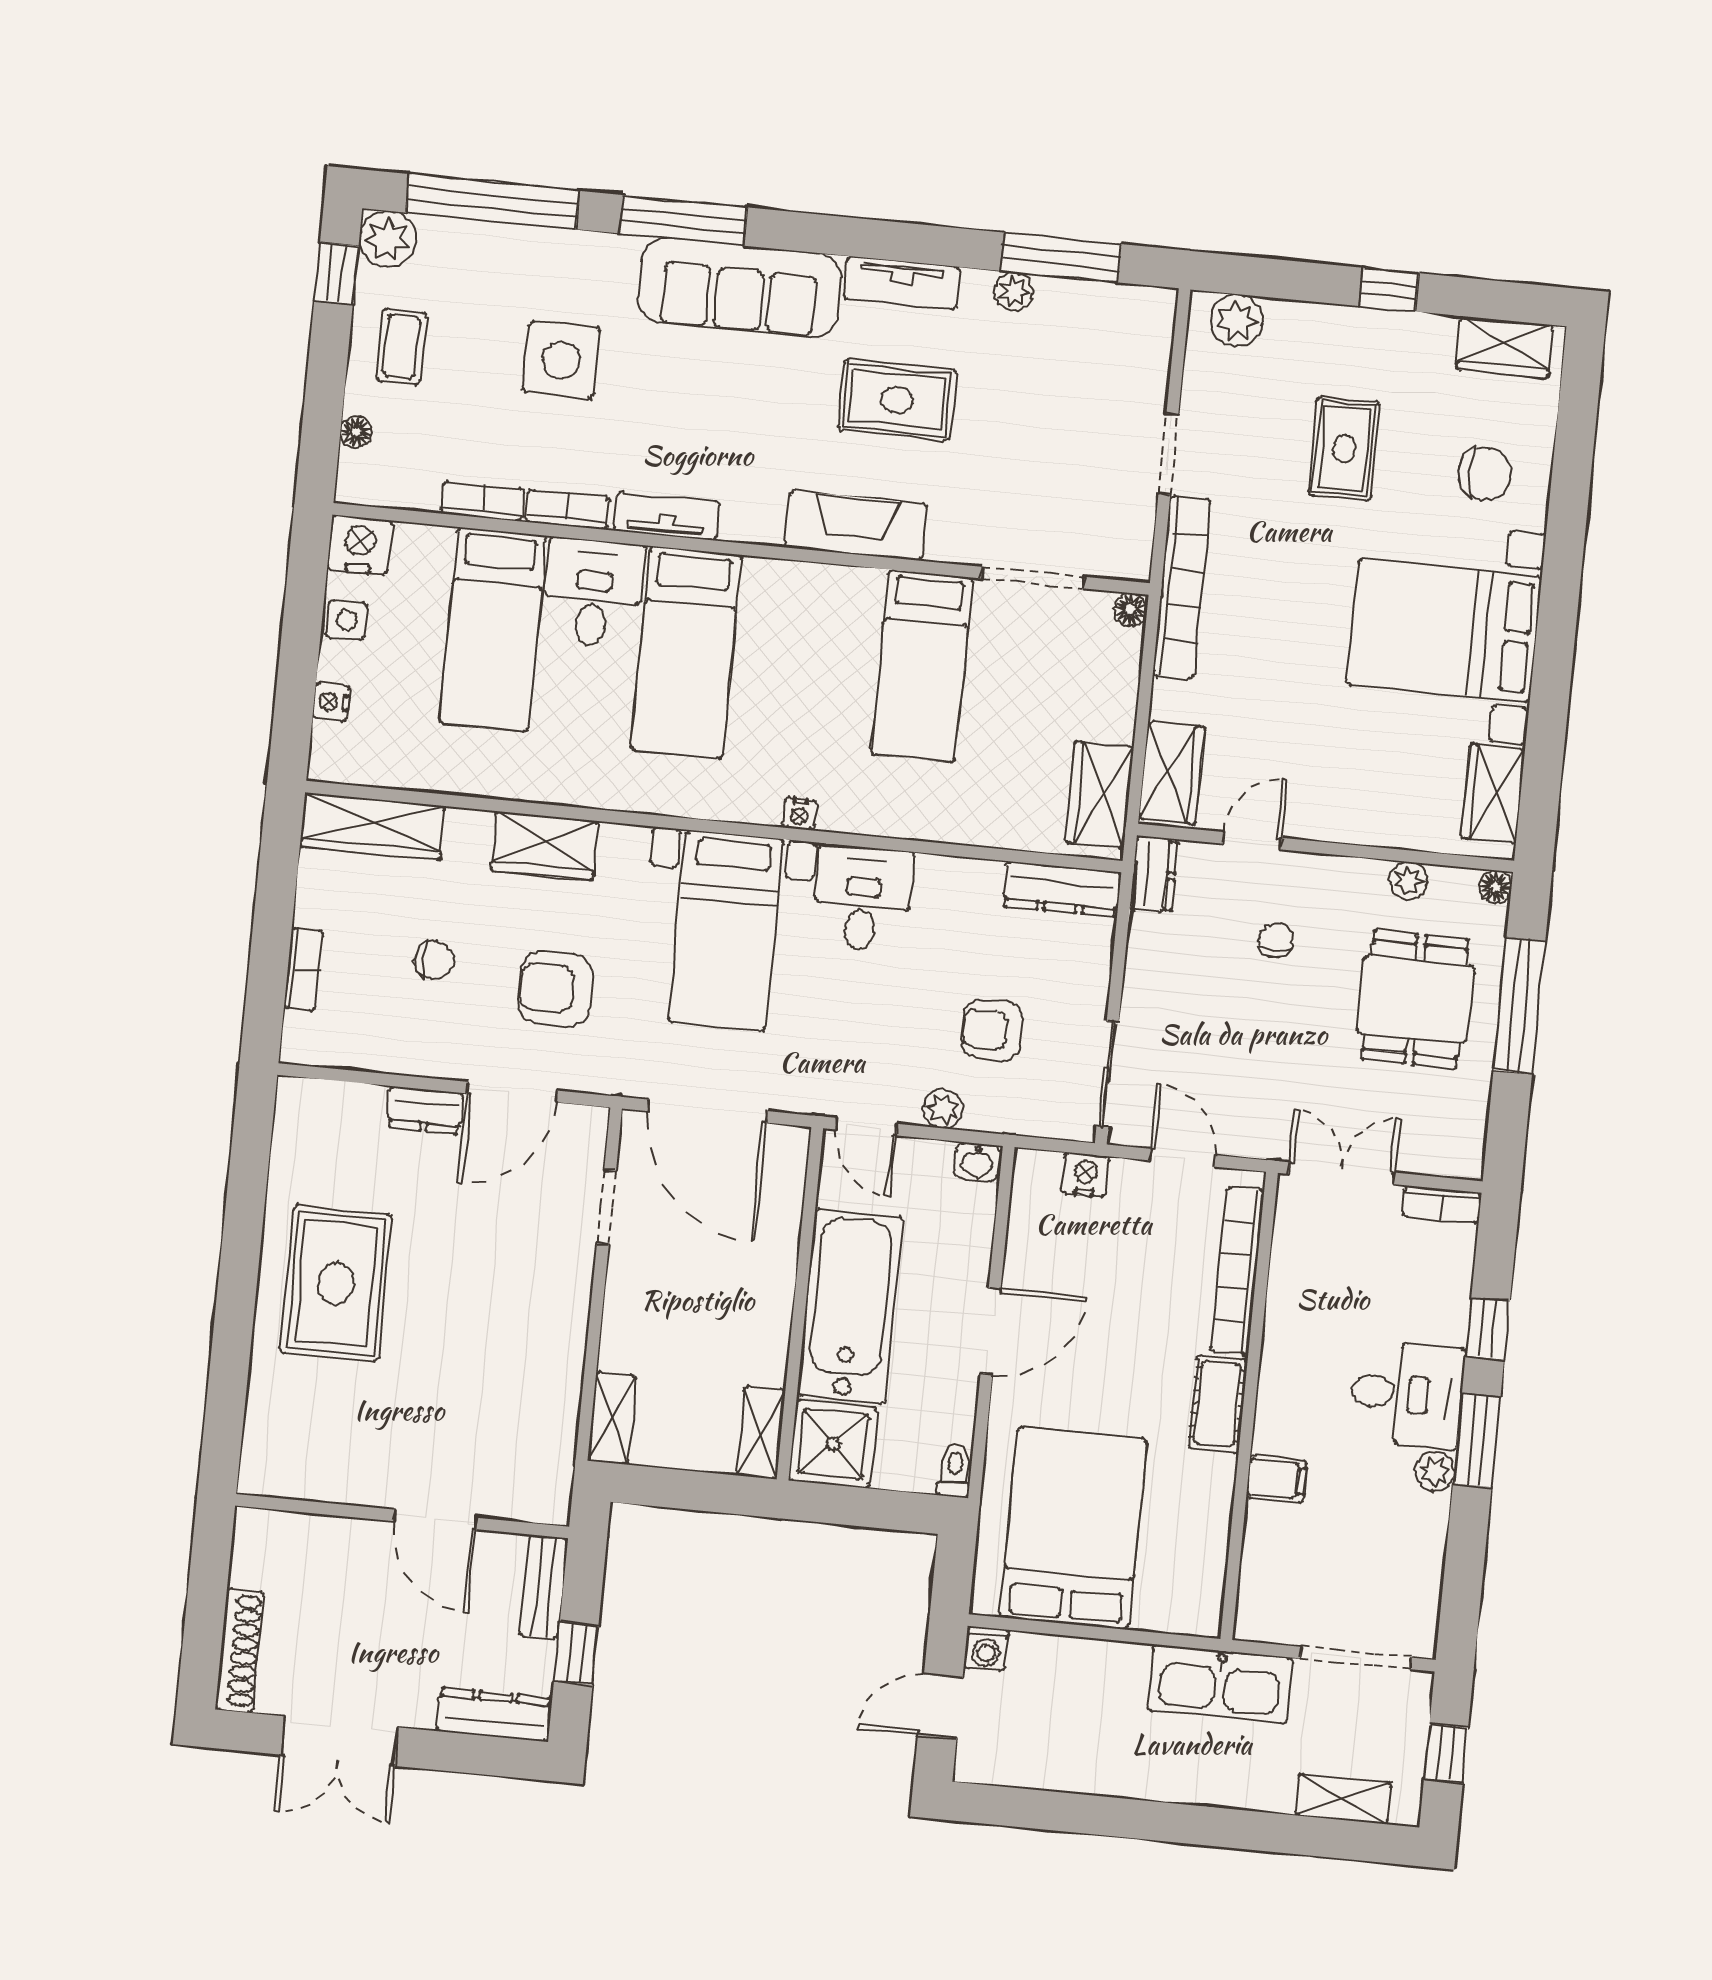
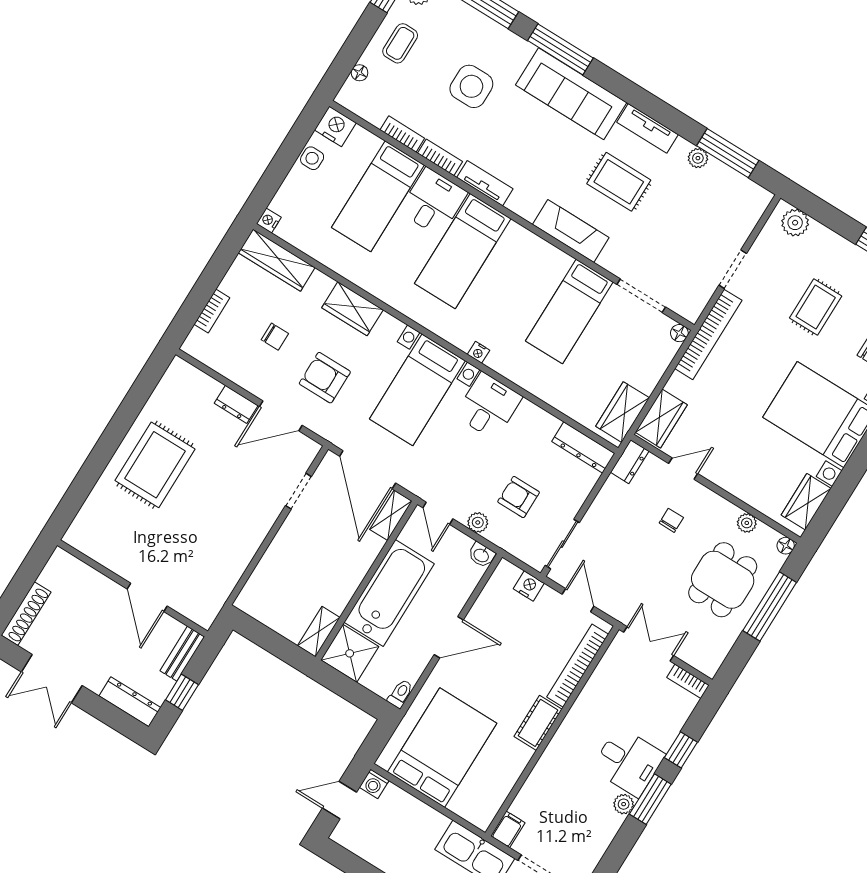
nightstand: (331, 702) -> (269, 220), moved
shelving: (612, 1418) -> (391, 515), moved
filing cabinet: (1277, 1479) -> (508, 829), moved, turned -90

